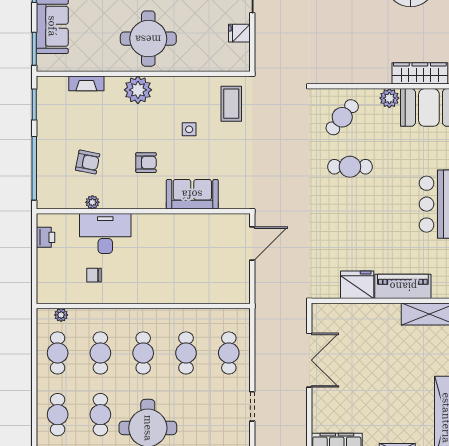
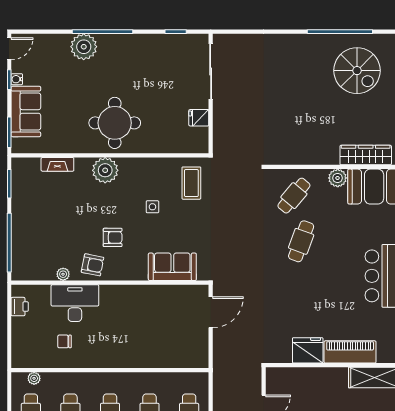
armchair: (88, 162) -> (93, 265), moved
cafe table: (350, 167) -> (301, 241), turned -70
sofa: (192, 194) -> (172, 267), moved

